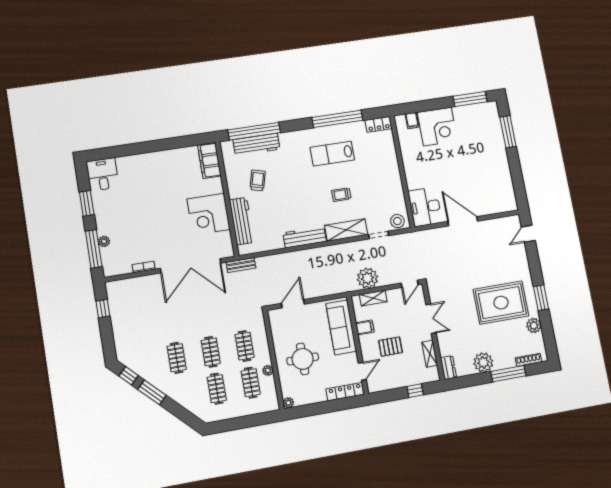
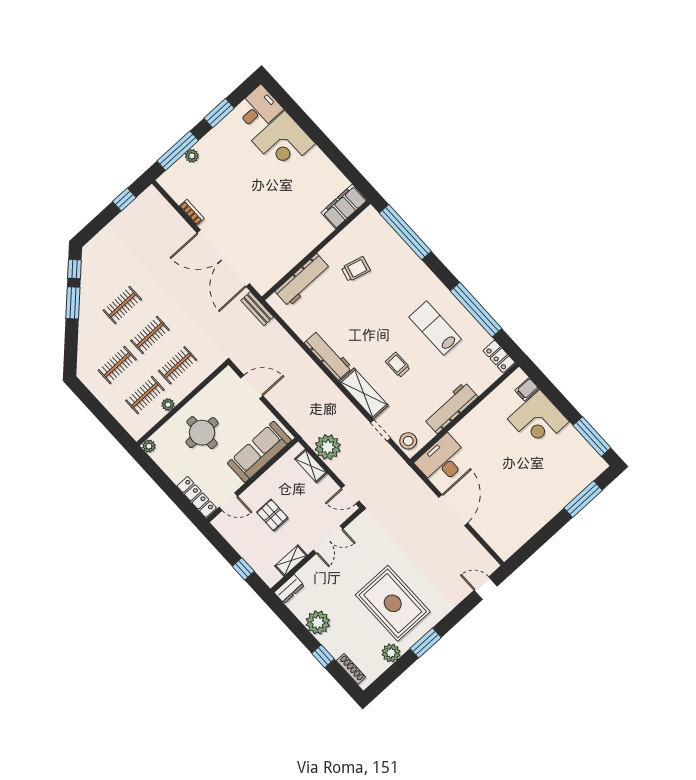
workbench: (256, 144) -> (451, 408), moved, turned 90
corner desk: (209, 214) -> (283, 142), moved, turned -90
filing cabinet: (365, 327) -> (275, 476), removed
window: (508, 374) -> (323, 656), width x0.46

